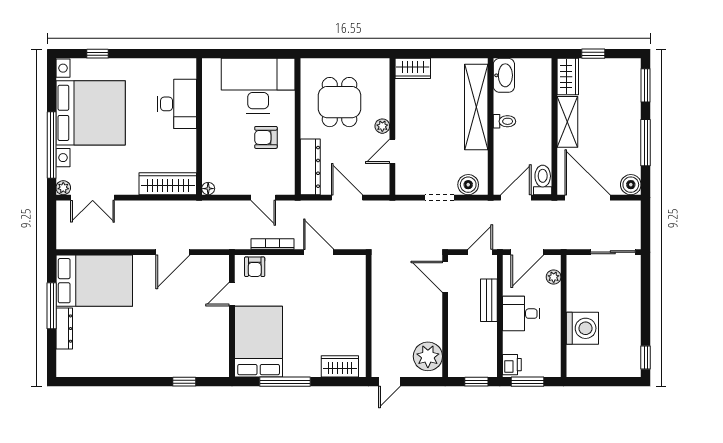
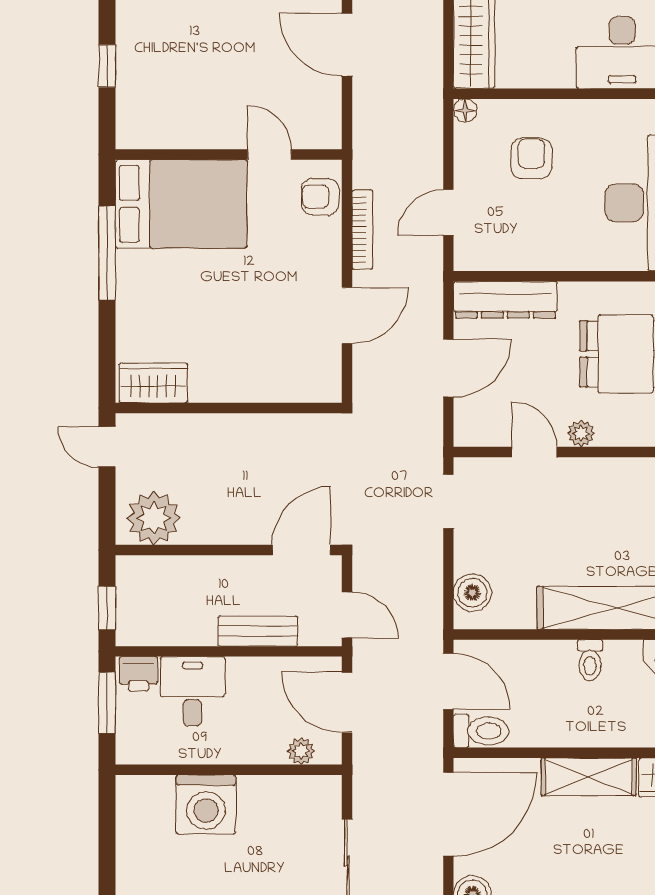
armchair: (266, 137) -> (531, 158), moved
doorway: (440, 198) -> (448, 501), moved
desk: (521, 314) -> (192, 691), moved
wardrobe: (340, 366) -> (153, 383), moved, turned -90

